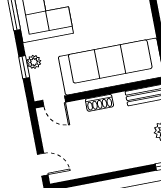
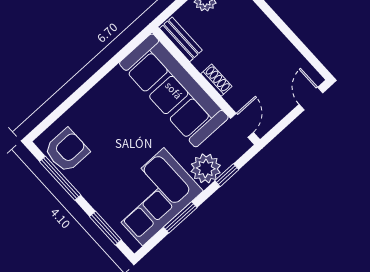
plant: (34, 62) -> (206, 168), width x1.87, depth x1.87

